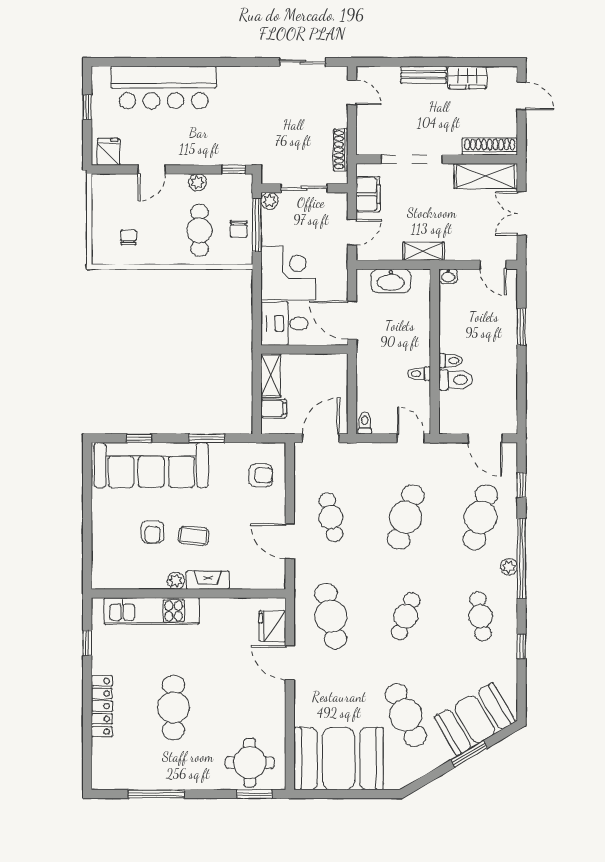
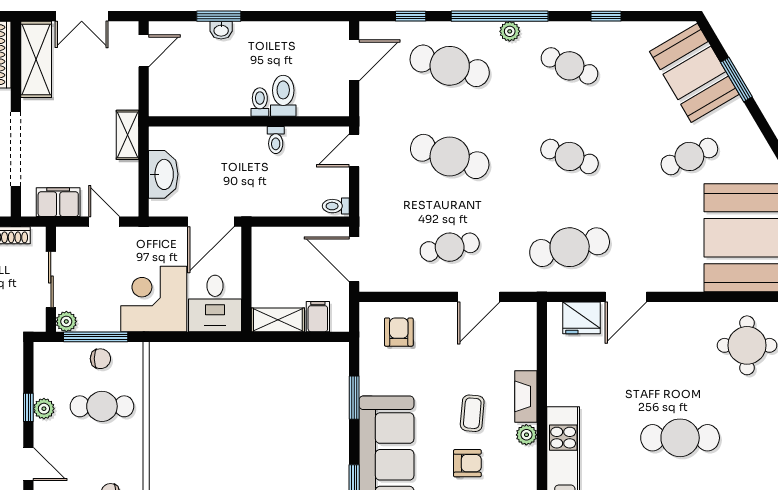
window: (234, 170) -> (28, 407), moved
washbasin: (448, 276) -> (221, 30), moved, turned 90
cafe table: (480, 616) -> (570, 66), turned 33
cafe table: (406, 715) -> (689, 156), width x0.73, depth x0.74

